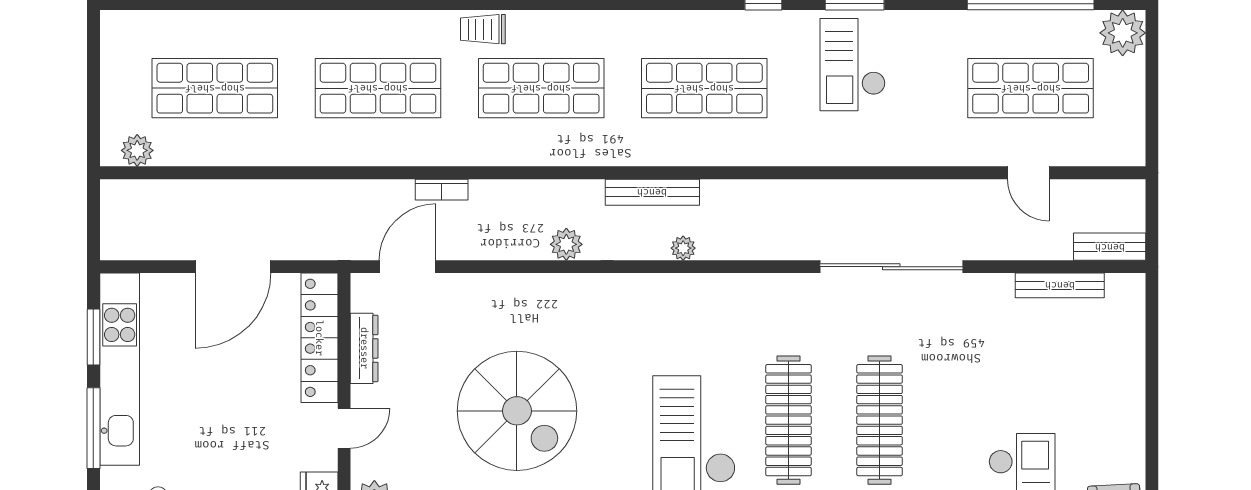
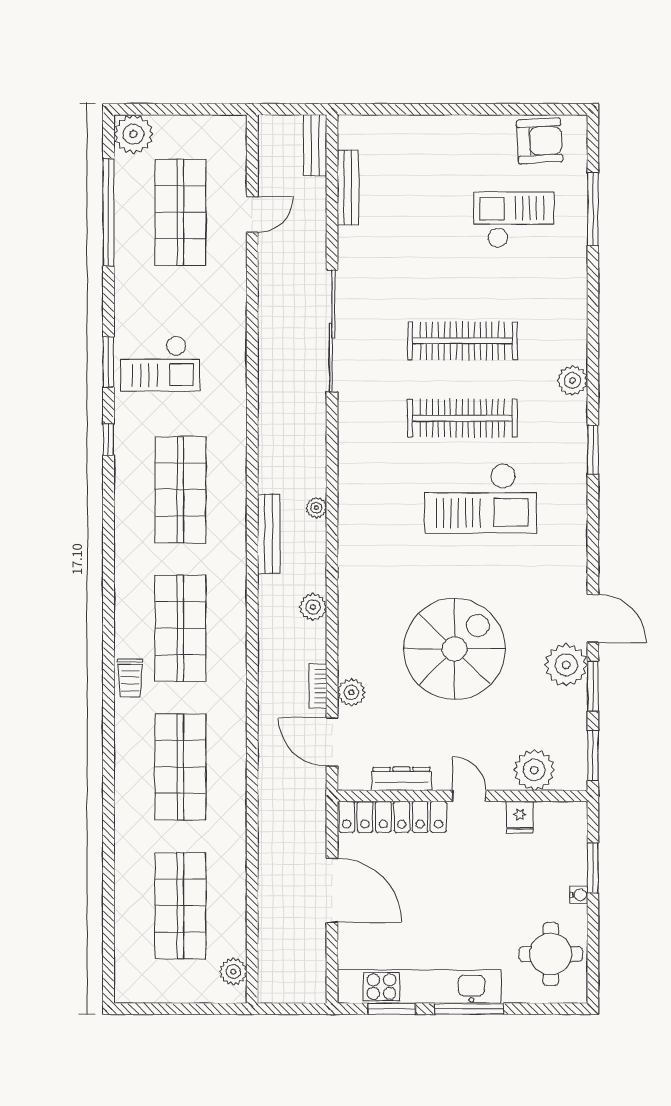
bookcase: (442, 190) -> (318, 686), moved, turned 180
plant: (466, 289) -> (351, 692), added

